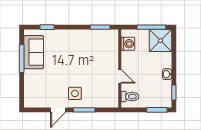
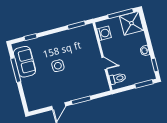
side table: (75, 93) -> (58, 66), moved

